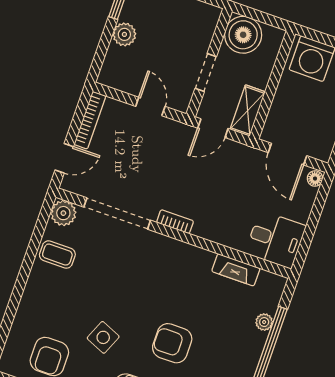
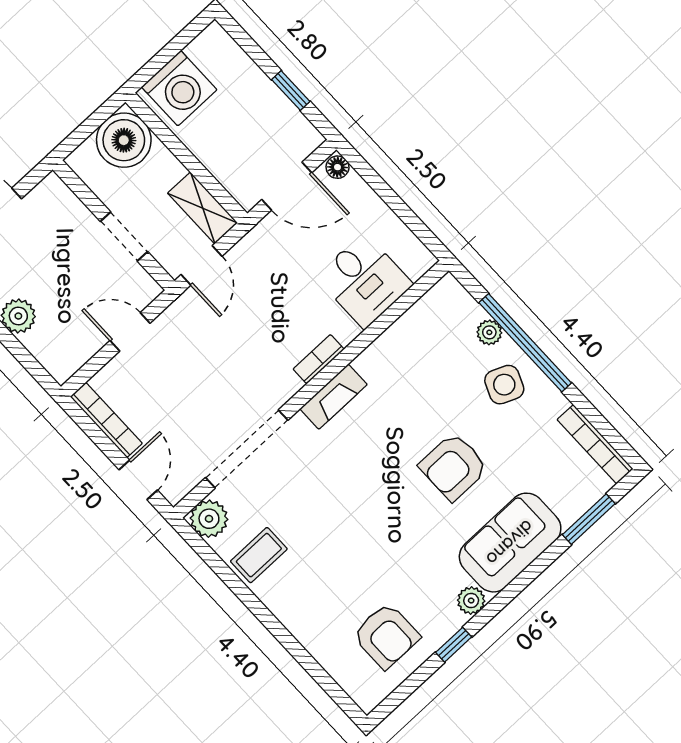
boiler: (243, 35) -> (124, 140), moved
bookcase: (175, 222) -> (319, 359), moved
desk: (276, 240) -> (364, 281), moved, turned 90
fireplace: (236, 270) -> (334, 397), moved
side table: (103, 337) -> (504, 385), moved

